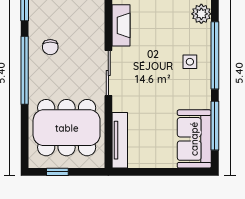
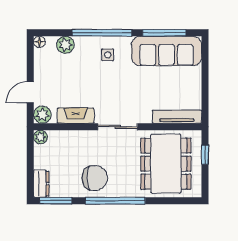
chair: (50, 47) -> (95, 178), width x1.87, depth x1.87
sofa: (194, 139) -> (167, 51), width x1.36
window: (57, 172) -> (205, 155), moved

